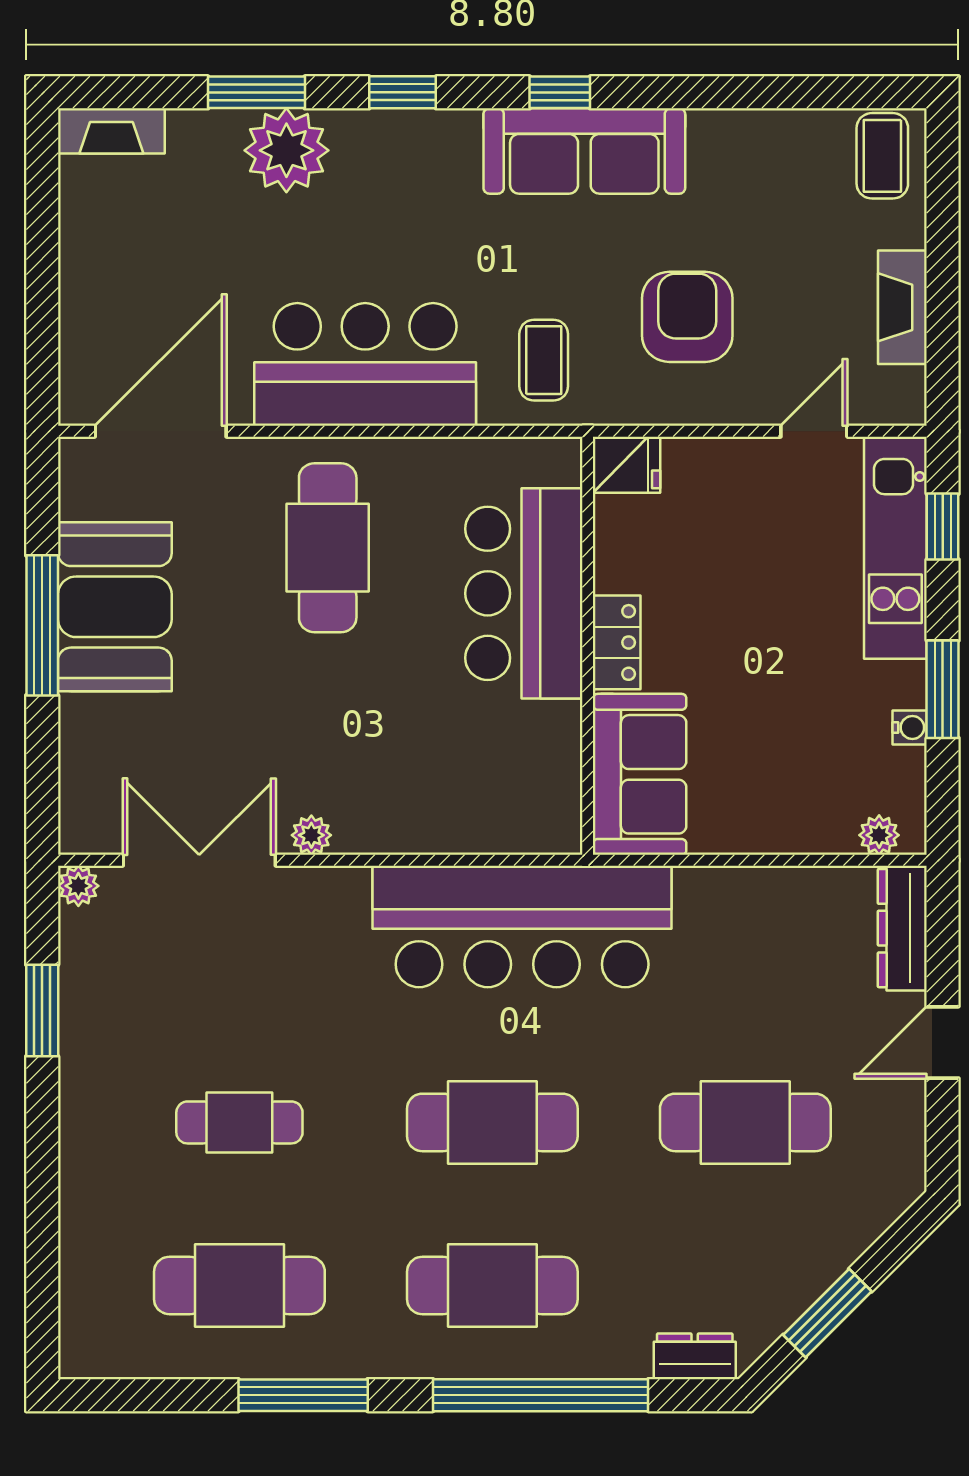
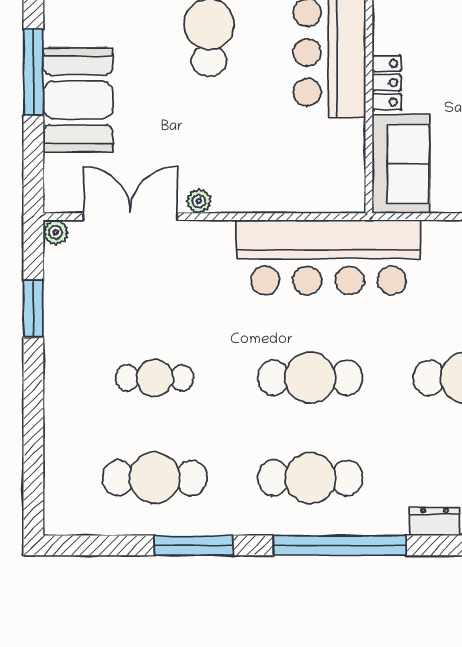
booth: (115, 607) -> (78, 100), moved

